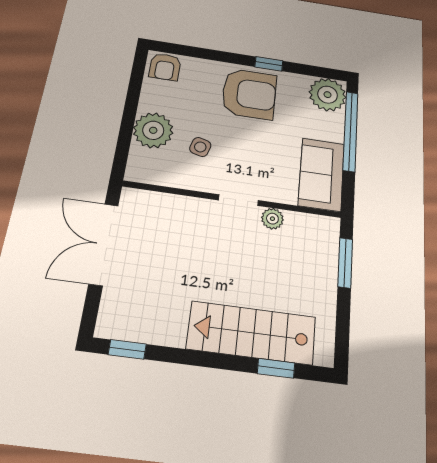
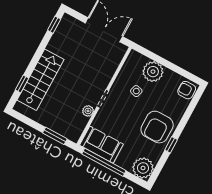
window: (351, 131) -> (104, 162), moved

